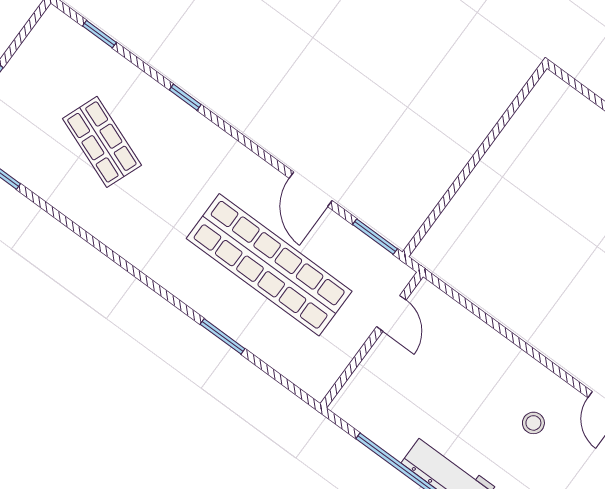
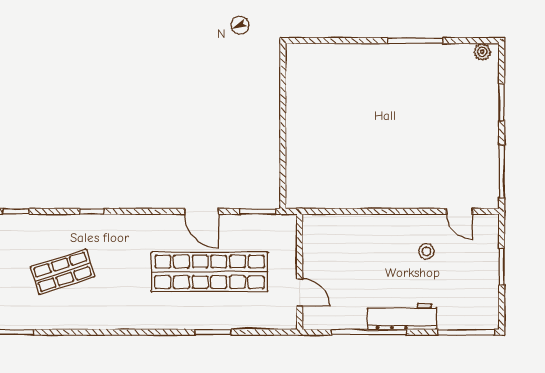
shop shelf: (102, 142) -> (63, 272), turned -39
door: (391, 313) -> (300, 292), moved

